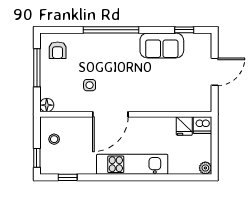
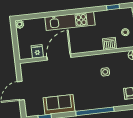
door: (110, 114) -> (59, 57), moved
dishwasher: (202, 125) -> (109, 44), moved

